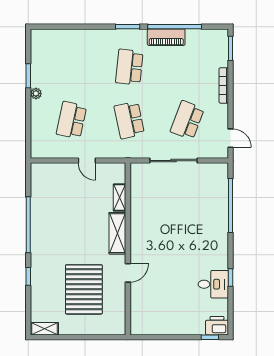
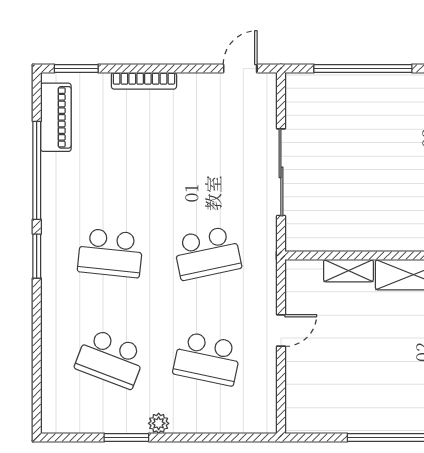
piano: (166, 37) -> (56, 117), moved
school desk: (187, 120) -> (110, 359), moved

